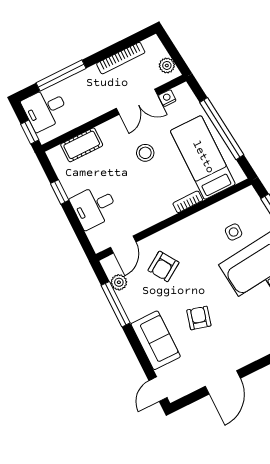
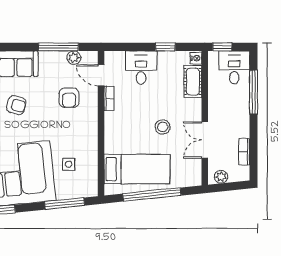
bookcase: (121, 58) -> (244, 152), width x0.64
nightstand: (167, 98) -> (196, 58), moved
bookcase: (188, 202) -> (109, 98), moved
armchair: (163, 266) -> (69, 98), turned -147

